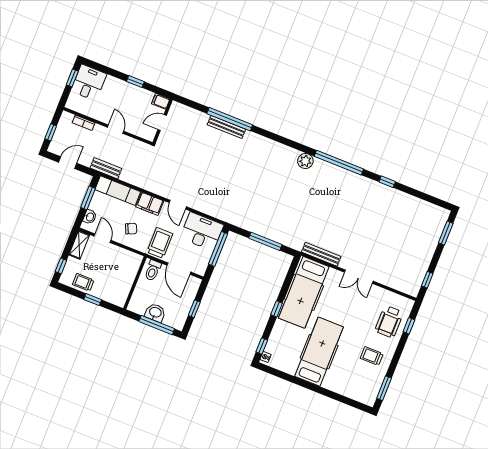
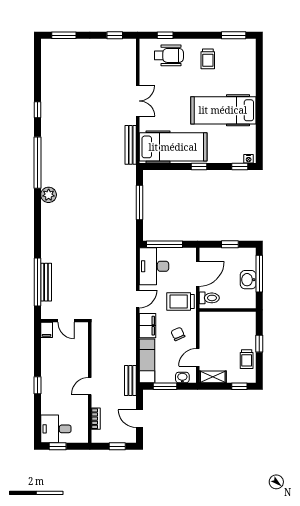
filing cabinet: (161, 101) -> (47, 330), moved
wall: (163, 121) -> (64, 321), moved
door: (162, 123) -> (66, 321), moved

